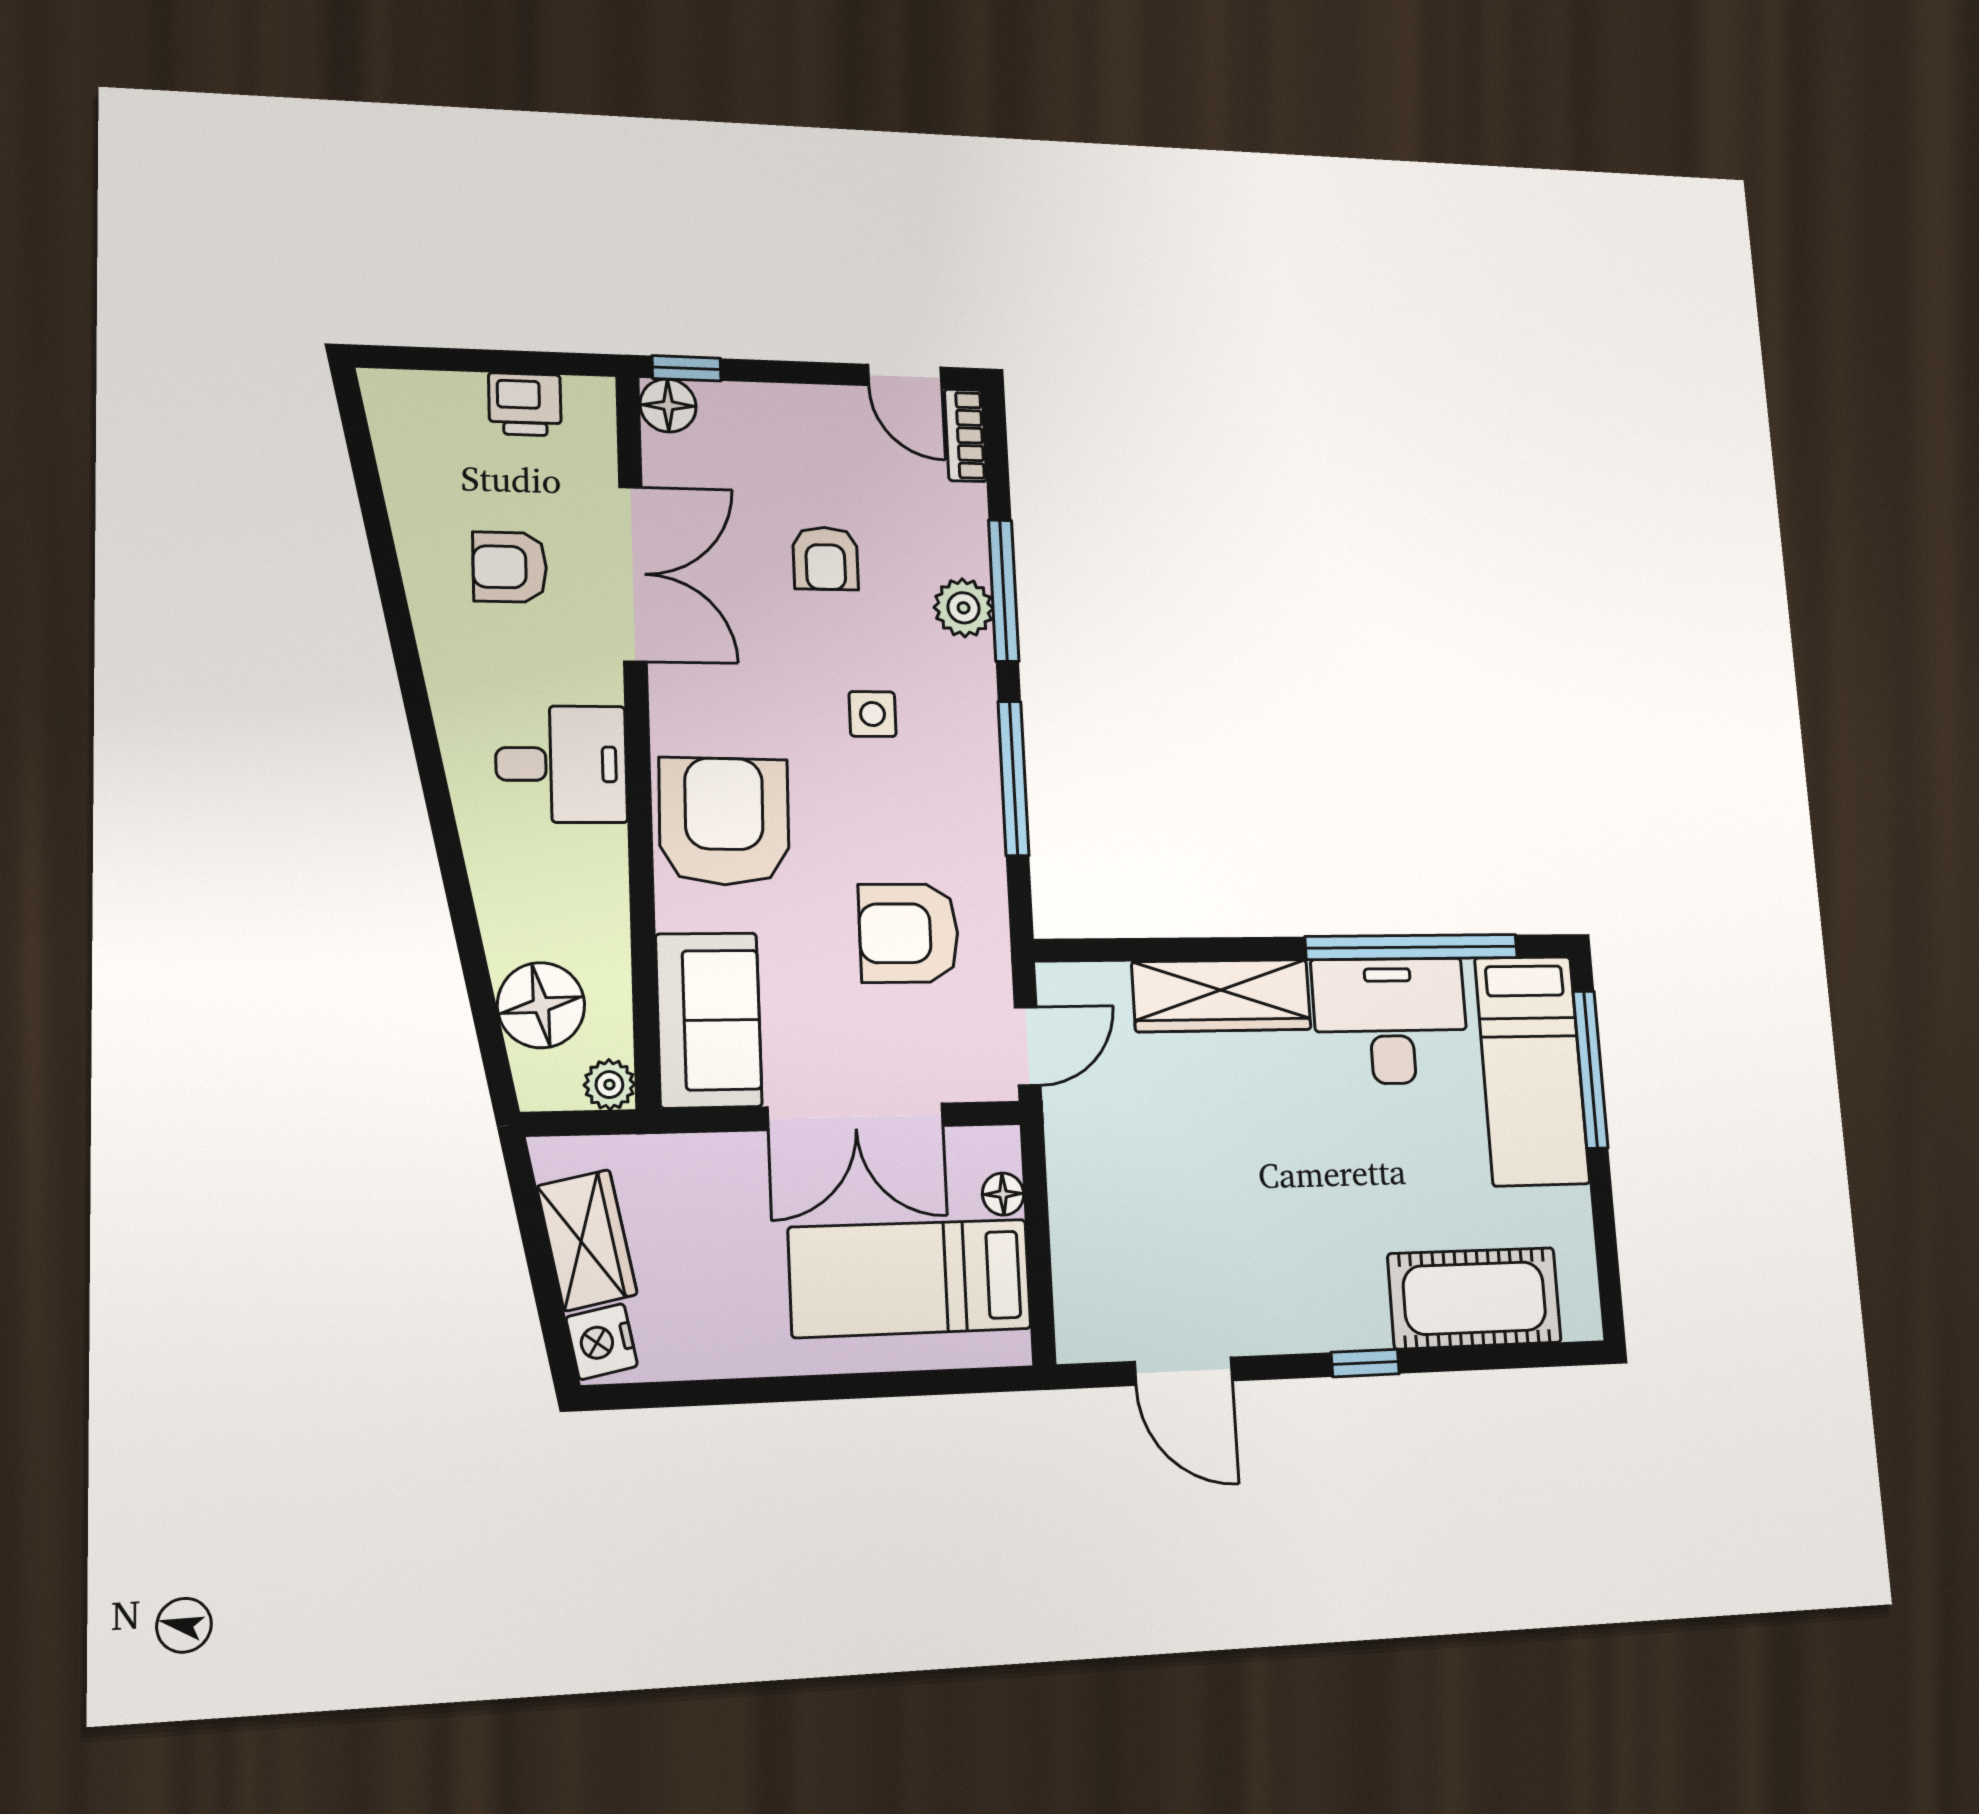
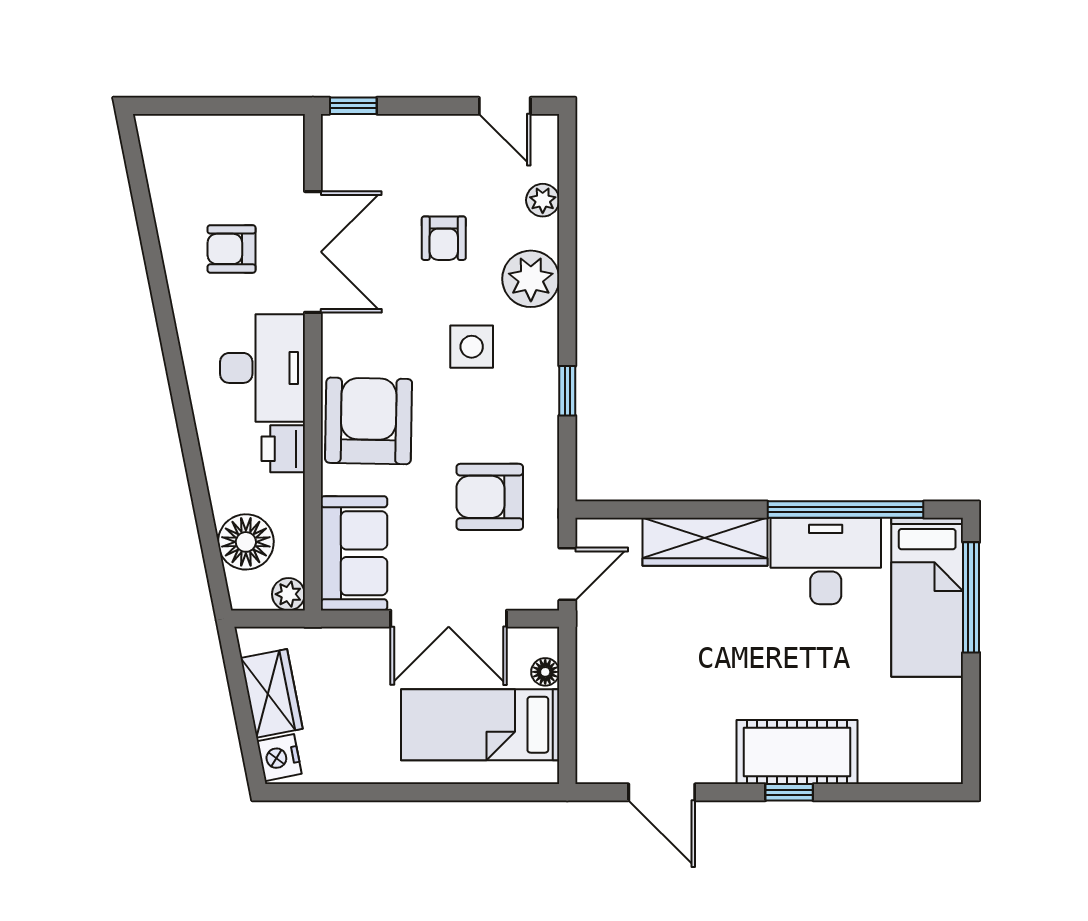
printer: (525, 404) -> (283, 449), moved, turned 90
floor lamp: (668, 405) -> (340, 133), removed
bookcase: (965, 435) -> (546, 147), removed
plant: (965, 508) -> (543, 200), added
window: (1004, 591) -> (567, 258), removed
plant: (964, 608) -> (531, 279), width x1.36, depth x1.36
side table: (873, 714) -> (472, 347), width x1.37, depth x1.37
desk: (561, 764) -> (262, 368), width x1.37
window: (1014, 778) -> (567, 391), width x0.46
cot: (1475, 1298) -> (797, 752), moved

